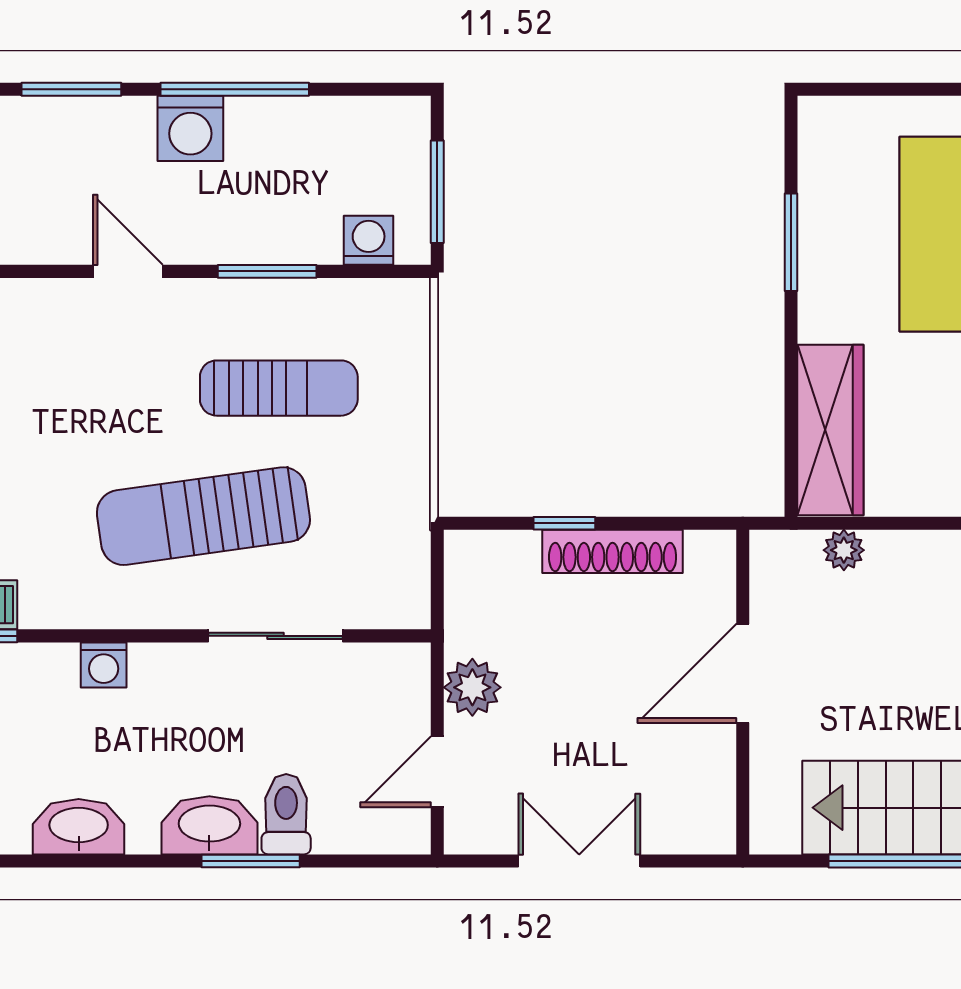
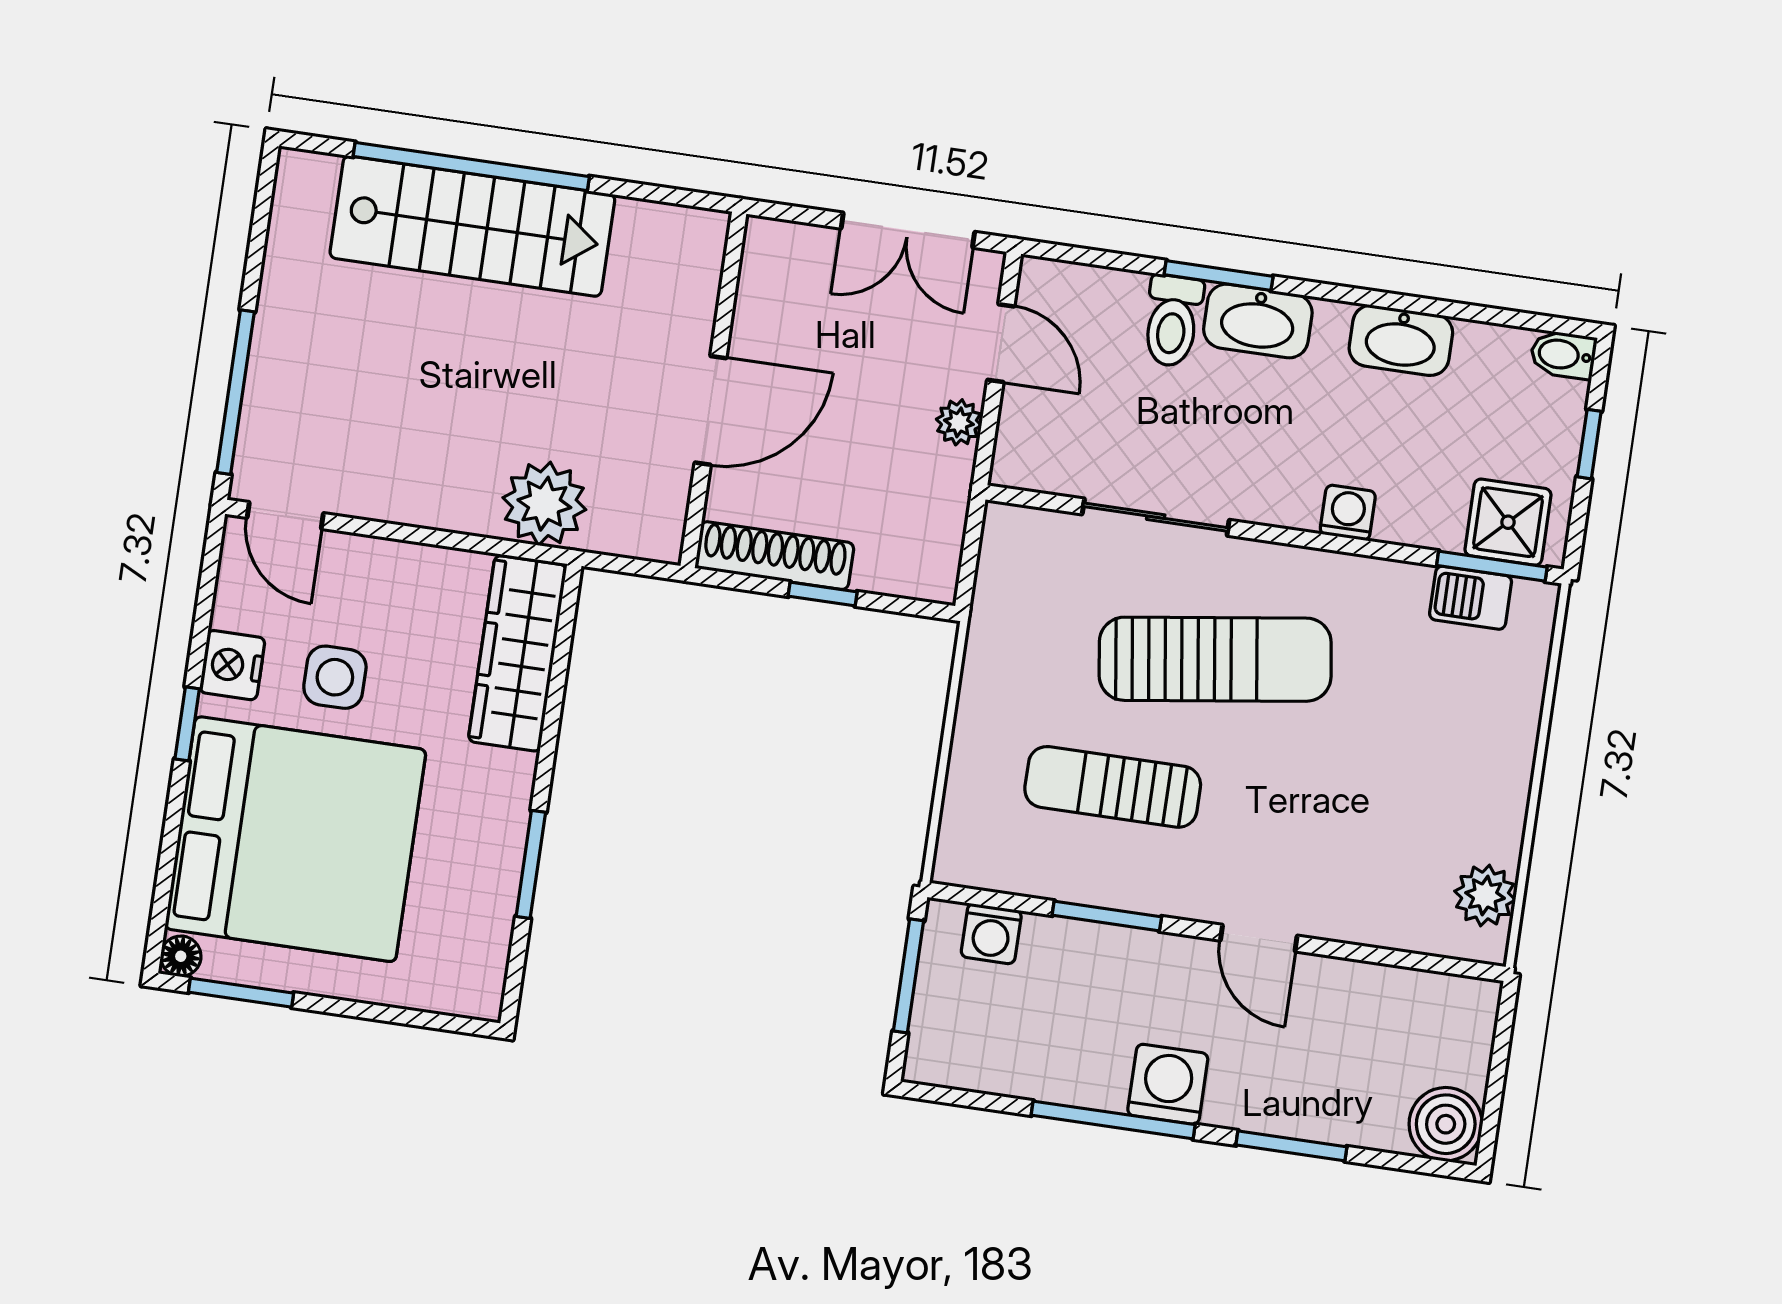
plant: (844, 550) -> (544, 504), width x1.88, depth x1.88
door: (743, 673) -> (710, 410), moved
plant: (472, 687) -> (959, 422), width x0.73, depth x0.73
wall: (743, 692) -> (713, 390), moved
door: (437, 772) -> (1001, 343), hinge flipped
double door: (579, 861) -> (908, 230), moved

